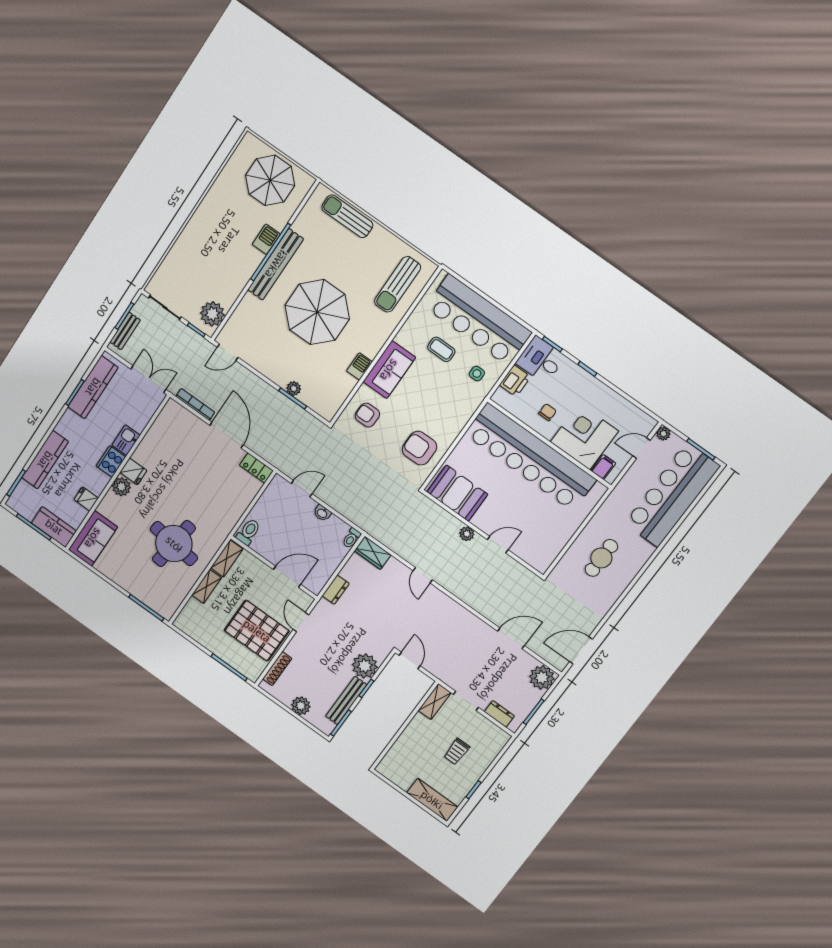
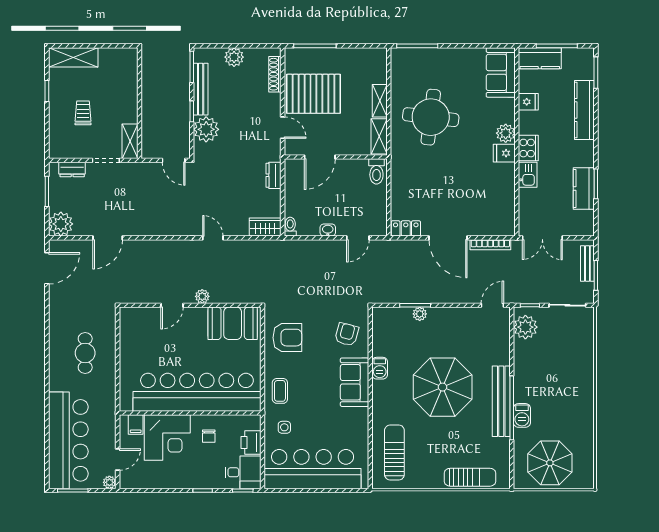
coffee table: (441, 349) -> (280, 391), moved, turned 90
kitchen counter: (93, 387) -> (584, 189), width x0.67
armchair: (367, 415) -> (347, 334), turned -75

